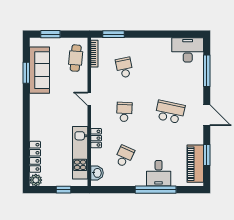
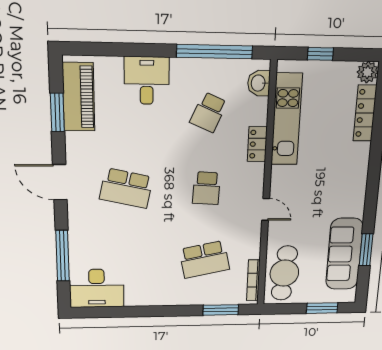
cafe table: (76, 58) -> (284, 273), width x1.37, depth x1.35
school desk: (124, 68) -> (204, 259), width x1.85
window: (156, 190) -> (215, 52), moved

